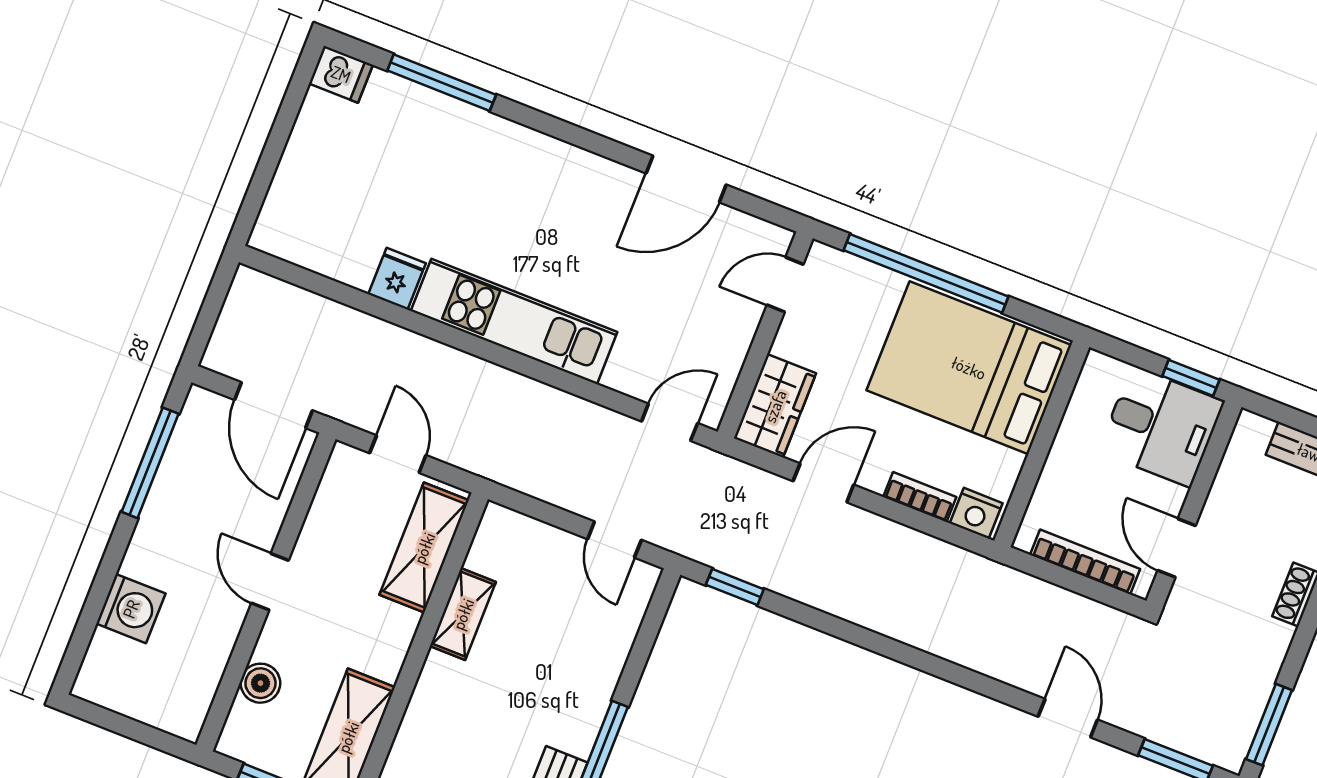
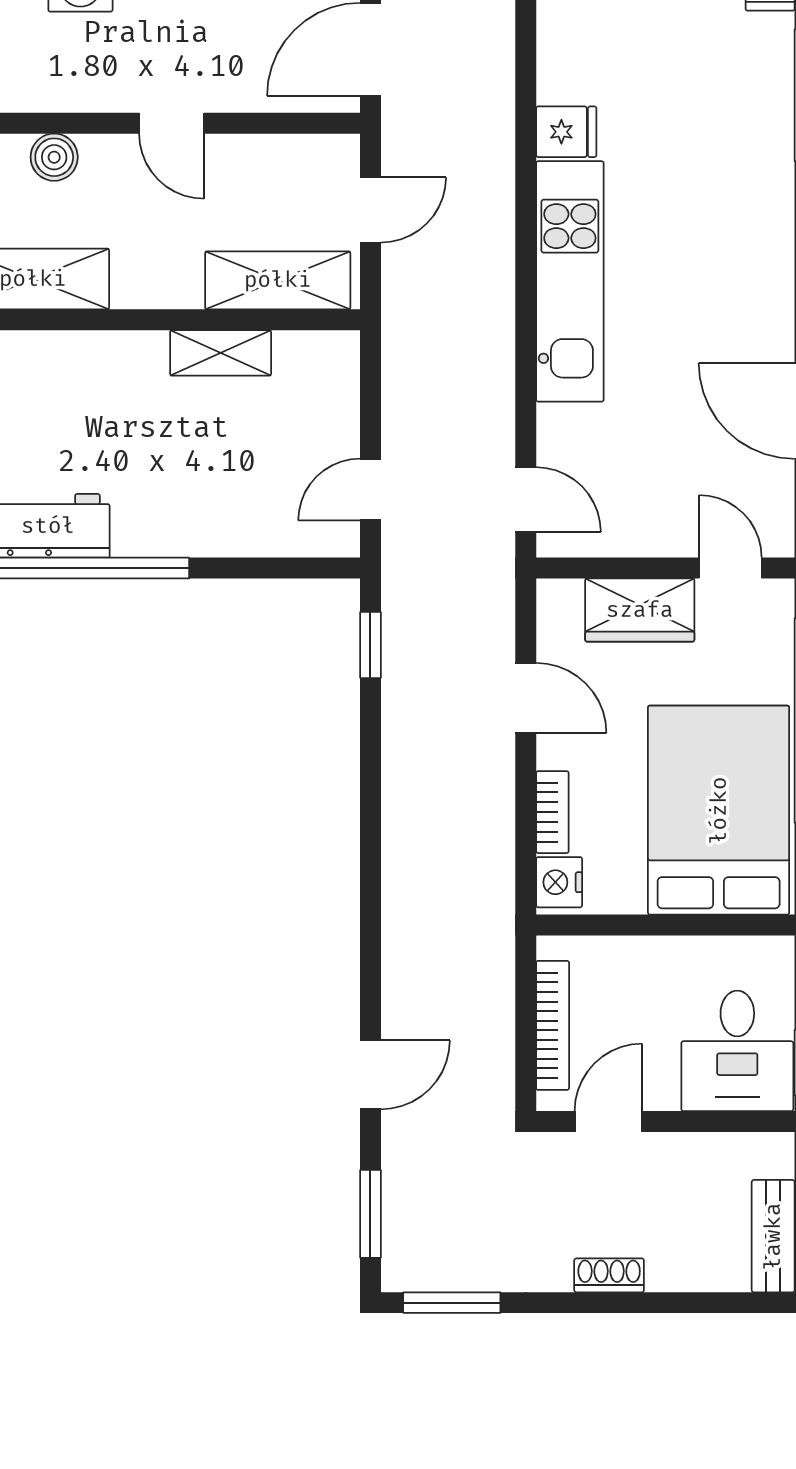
wardrobe: (775, 406) -> (640, 610), moved
door: (270, 582) -> (172, 123), swing flipped

